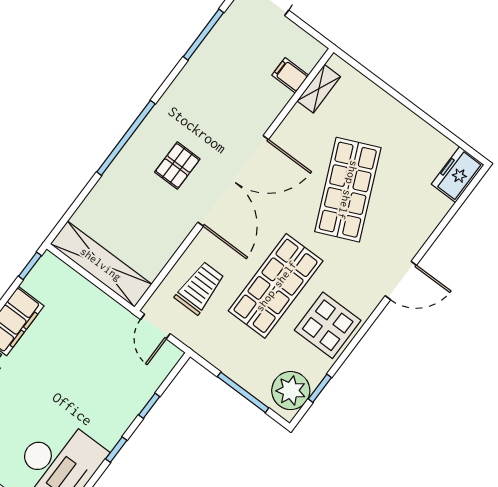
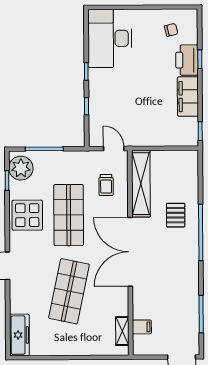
pallet: (177, 166) -> (176, 215), moved
freezer: (458, 174) -> (19, 335), width x1.40
shop shelf: (348, 190) -> (69, 291), turned 36
shelving: (101, 264) -> (141, 184), moved, turned 90
trolley: (200, 288) -> (106, 185), width x0.73, depth x0.72

